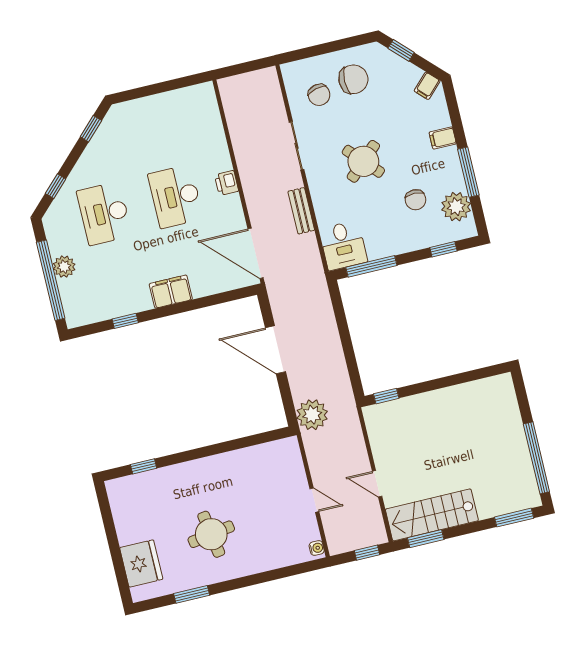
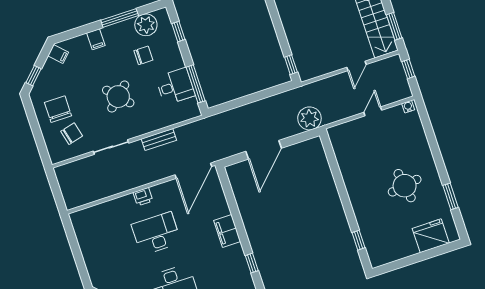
desk: (176, 196) -> (156, 234), turned 180
desk: (343, 245) -> (175, 86), moved

